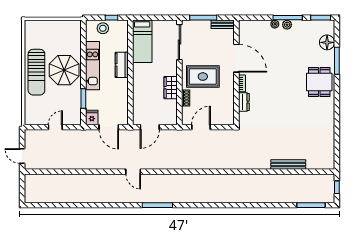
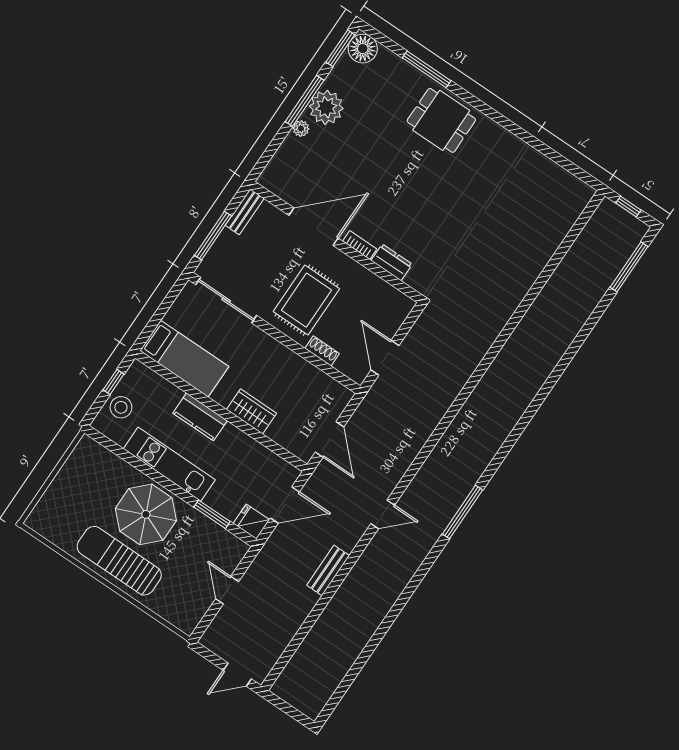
plant: (287, 25) -> (326, 107), width x1.87, depth x1.87
floor lamp: (327, 42) -> (363, 49), moved
sun lounger: (36, 72) -> (119, 561), turned 180
wardrobe: (171, 88) -> (252, 411), moved, turned 180
bench: (288, 165) -> (328, 570), moved, width x0.73

